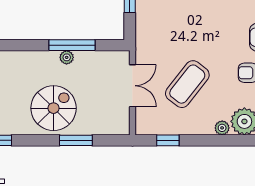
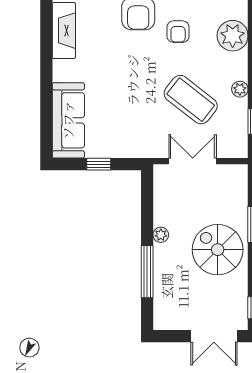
window: (72, 45) -> (147, 272), moved
plant: (222, 128) -> (240, 89), moved

